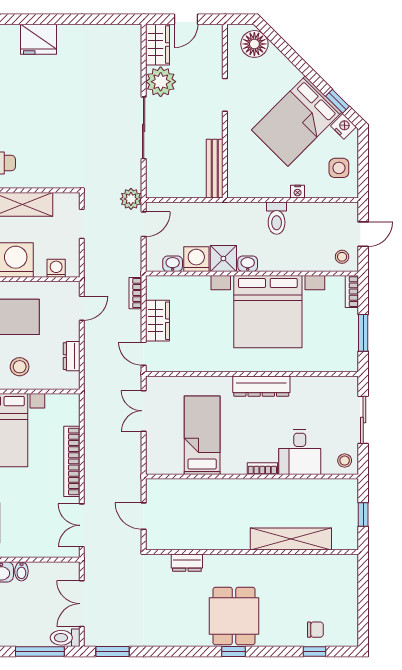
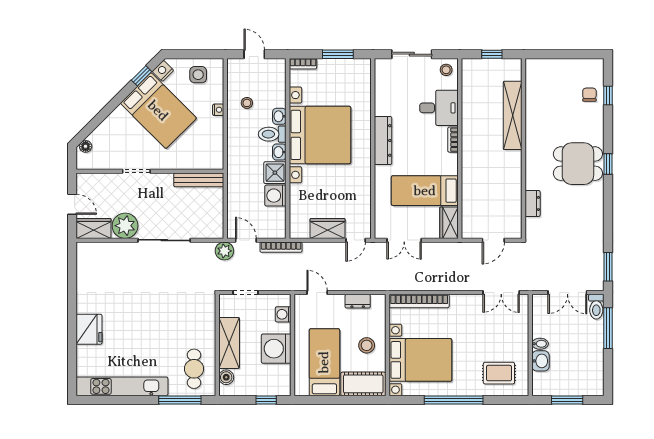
floor lamp: (254, 44) -> (86, 146), width x0.53, depth x0.53
toilet: (277, 218) -> (272, 134), moved, turned 180
stool: (342, 257) -> (247, 103), moved
washbasin: (173, 264) -> (279, 116), moved
bookcase: (135, 293) -> (281, 247), moved, width x1.56
bookcase: (72, 461) -> (419, 301), moved
wardrobe: (164, 464) -> (449, 223), added

